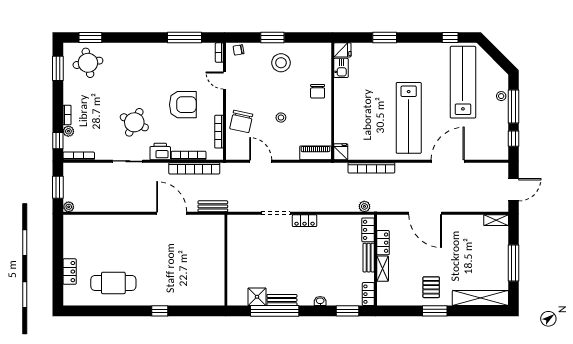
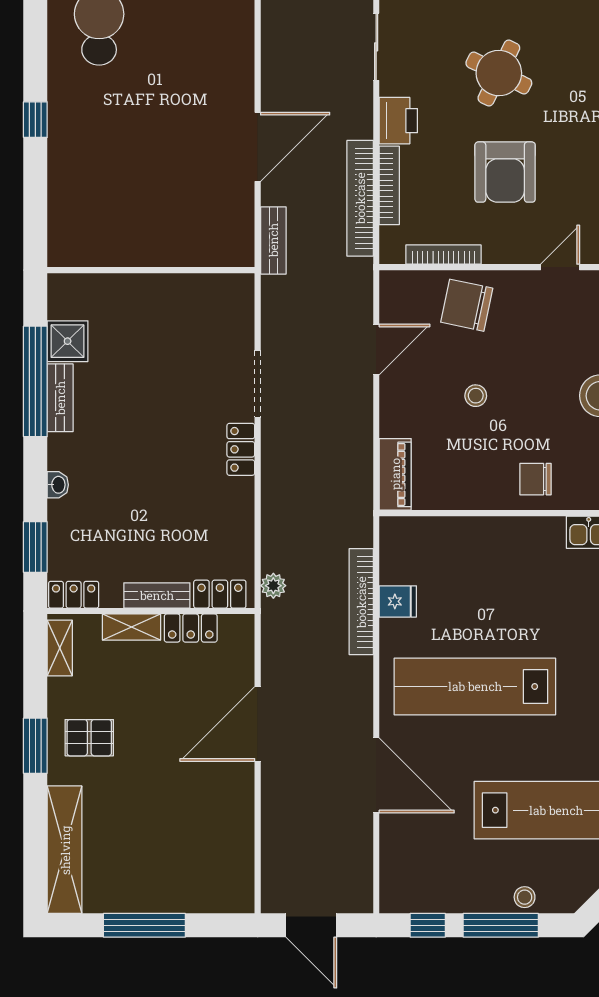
round table: (134, 122) -> (499, 73), moved
fridge: (341, 152) -> (398, 601), moved
shelving: (496, 220) -> (60, 648), moved

